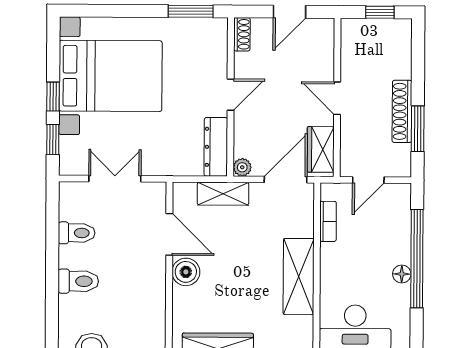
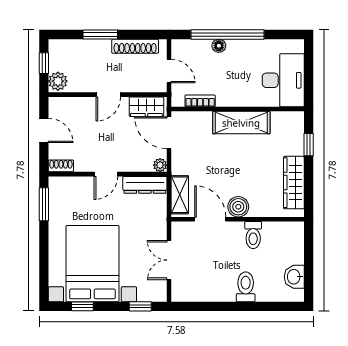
plant: (355, 31) -> (58, 81), added
door: (231, 95) -> (106, 174), swing flipped
window: (53, 97) -> (82, 306), moved
shoe rack: (402, 111) -> (135, 46), moved
window: (418, 129) -> (100, 34), moved
shelving: (223, 194) -> (180, 195), moved
toilet: (77, 233) -> (253, 235), moved, turned 180
door: (169, 234) -> (210, 219), hinge flipped
floor lamp: (402, 274) -> (219, 46), moved

